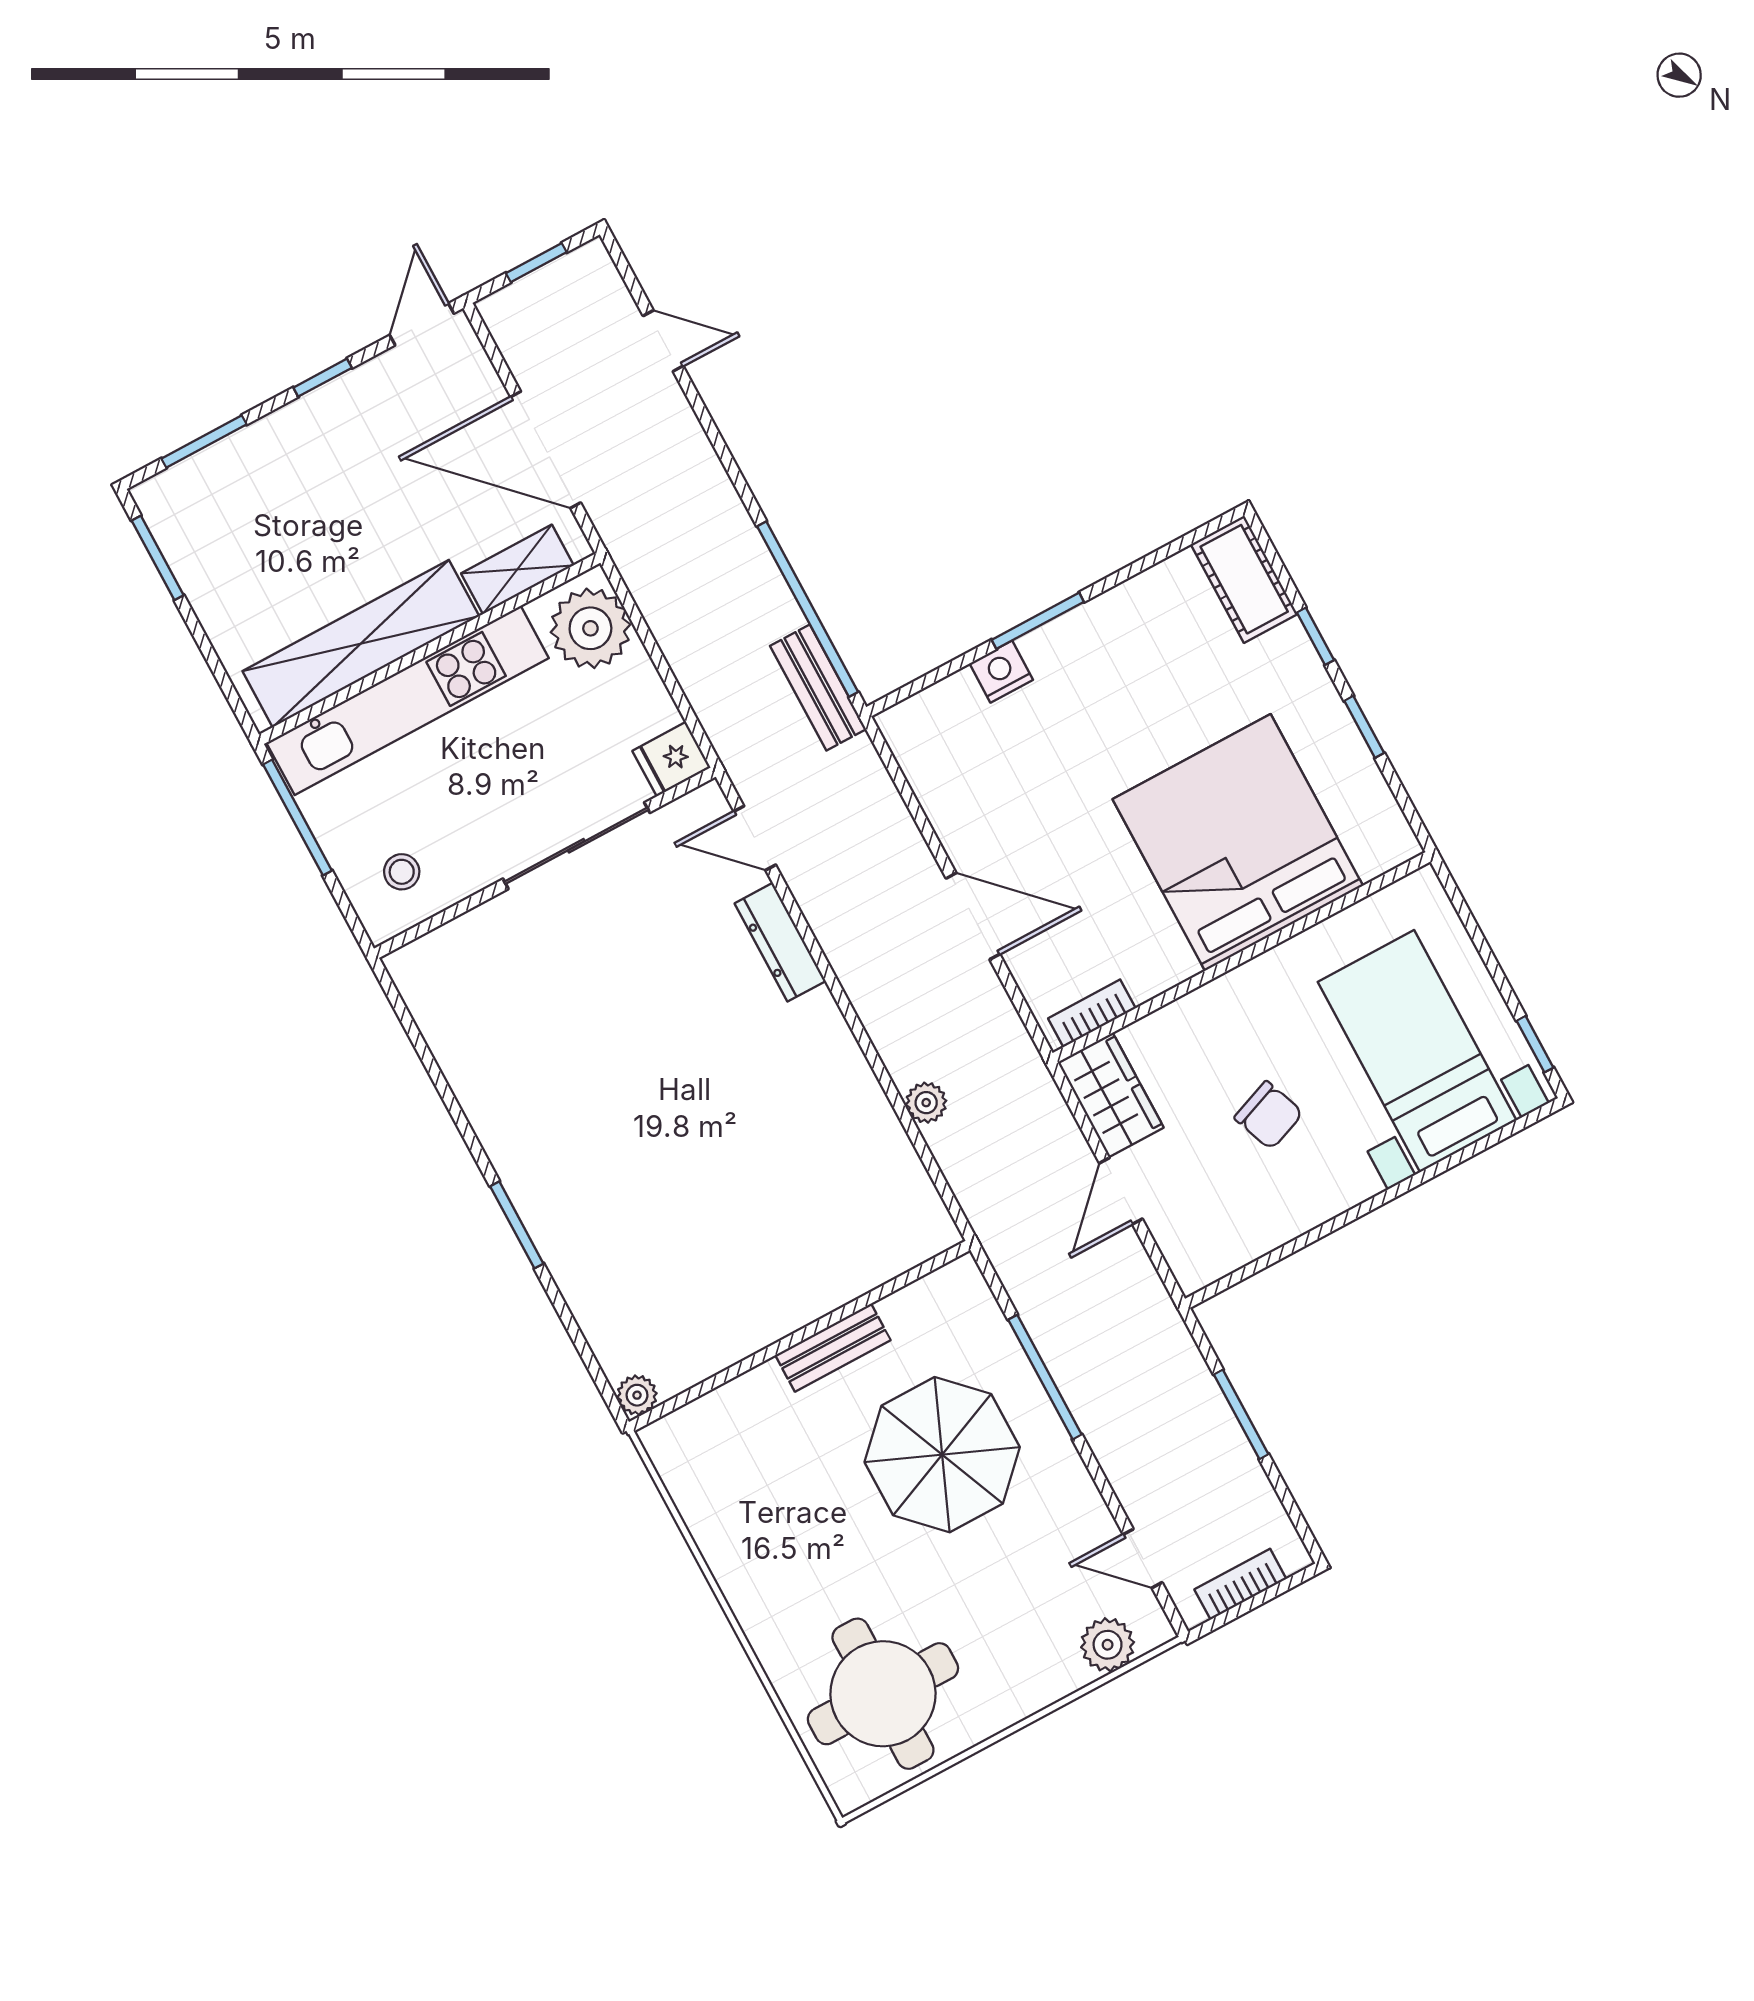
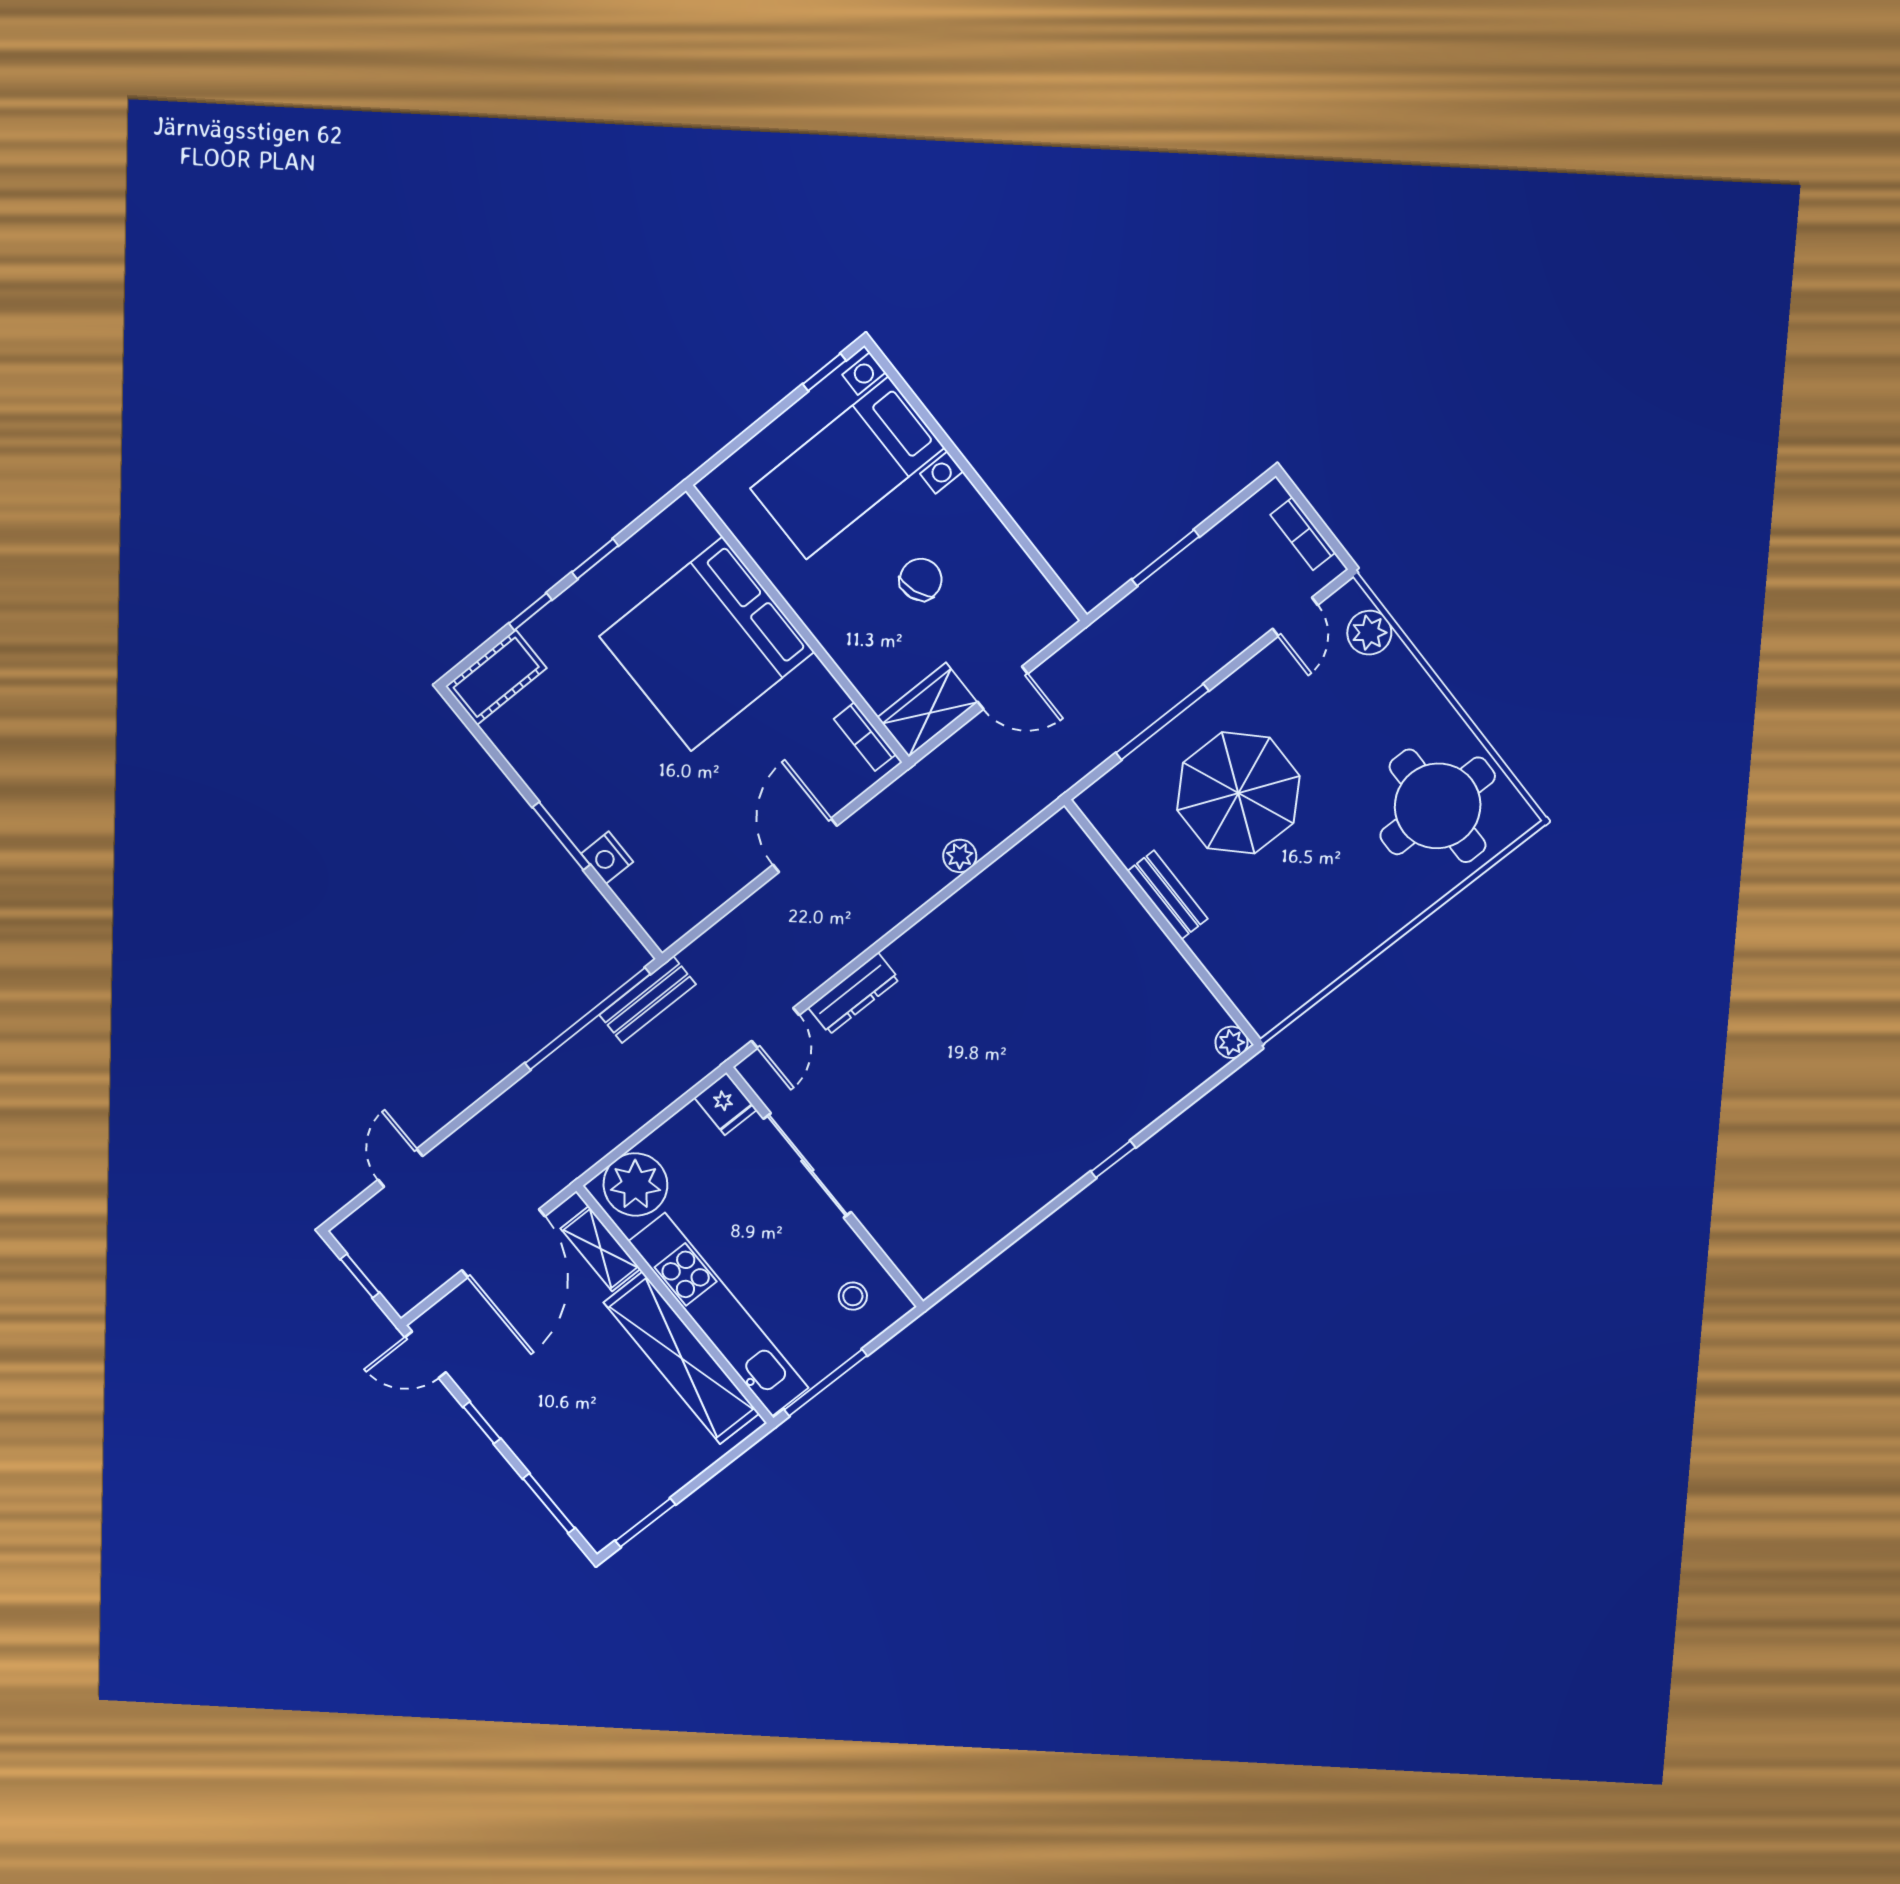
window: (517, 1225) -> (1113, 1159), width x0.67

